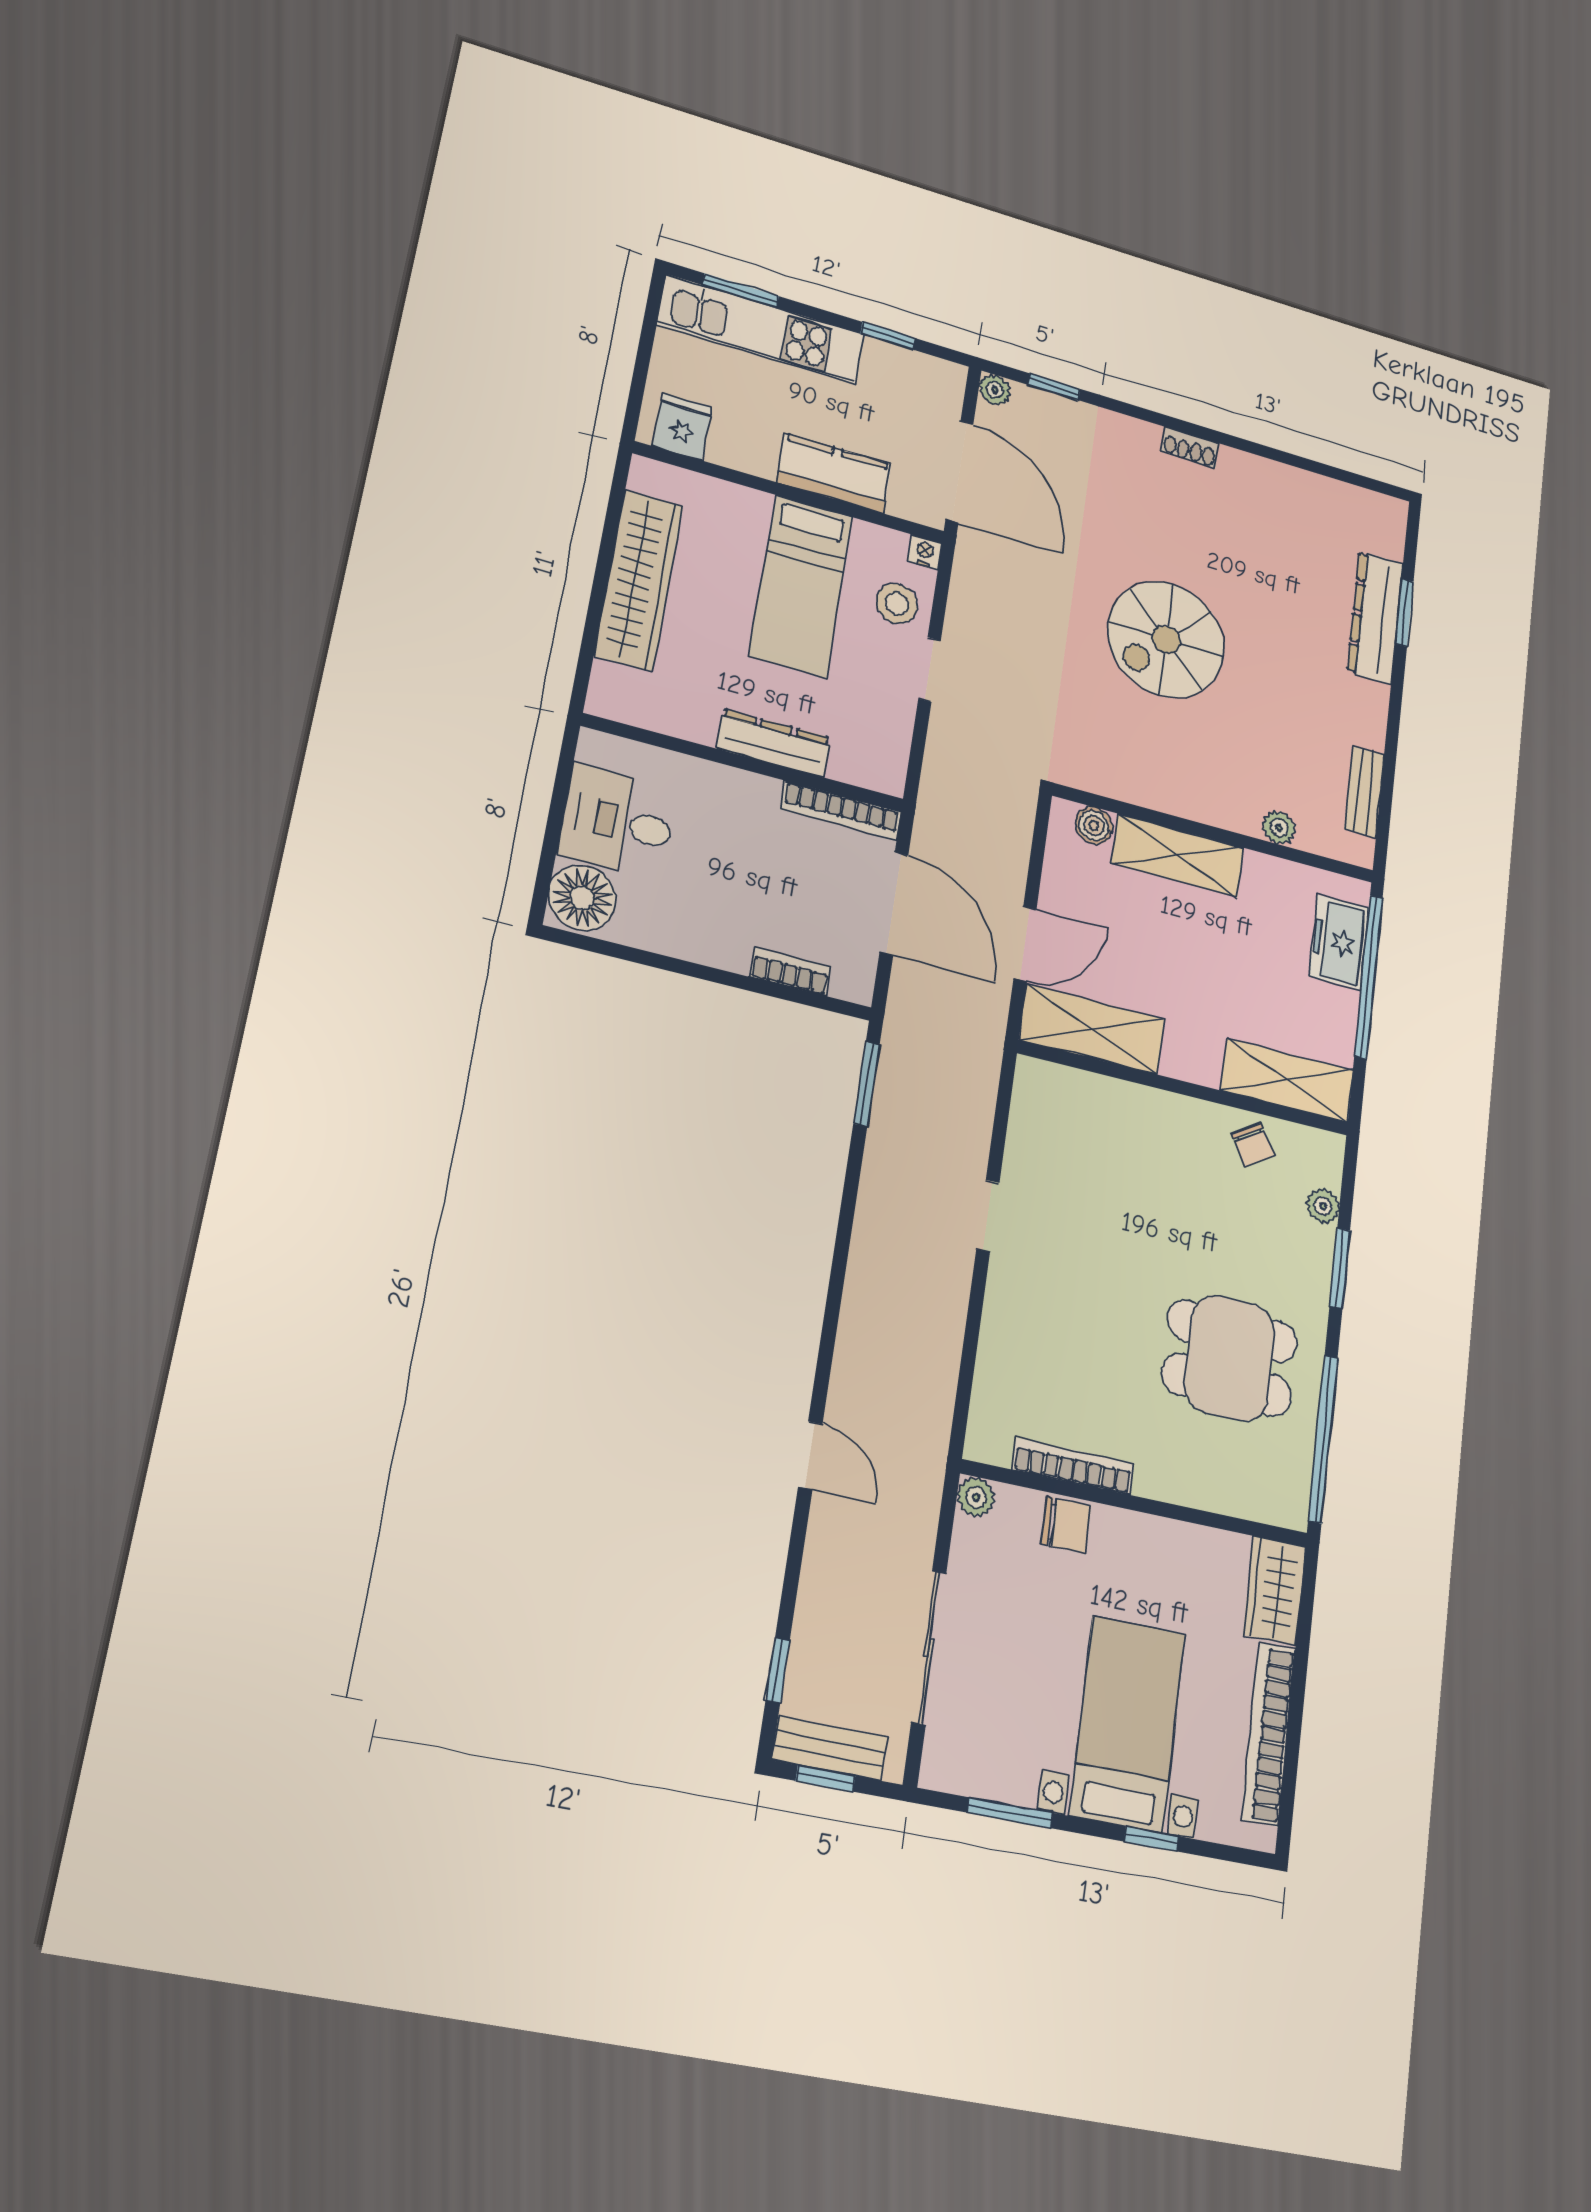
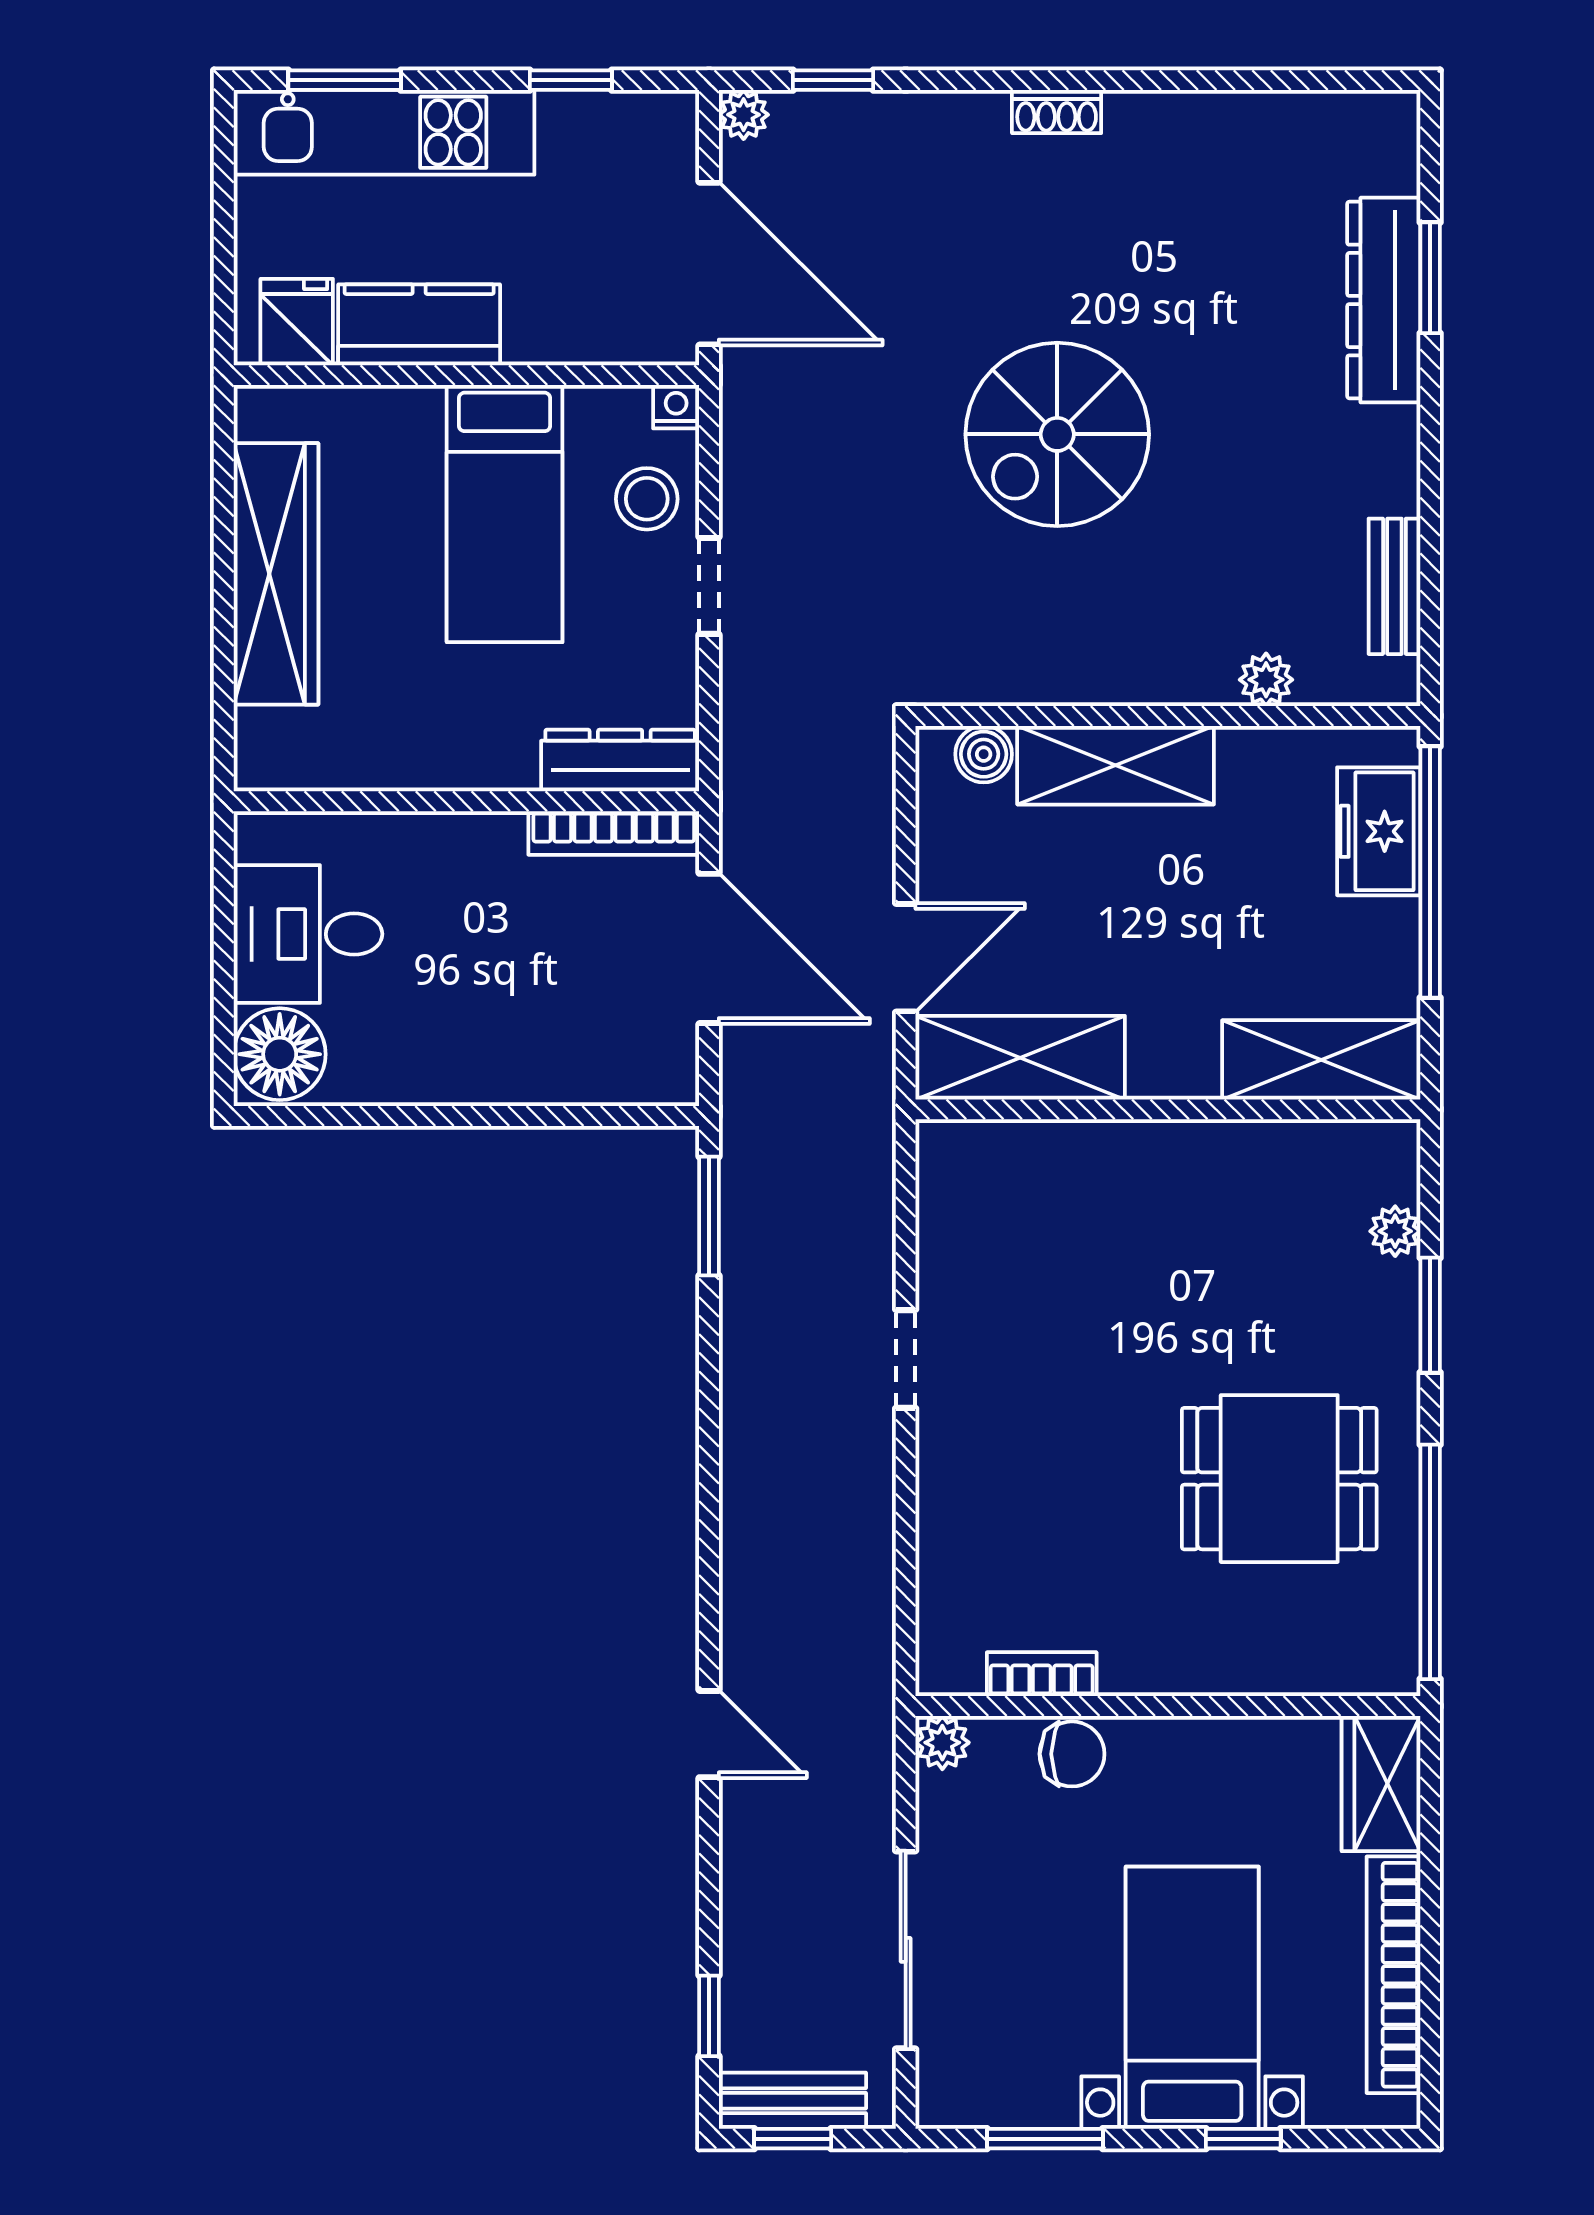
kitchen counter: (834, 473) -> (419, 325), moved
dresser: (773, 743) -> (620, 760), moved
bookcase: (790, 972) -> (578, 1084), removed
chair: (1253, 1145) -> (1280, 1167), removed
bookcase: (1073, 1466) -> (1042, 1674), width x0.64

